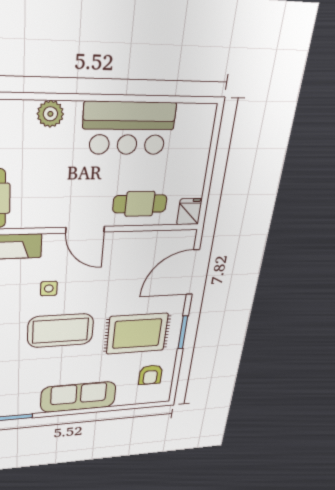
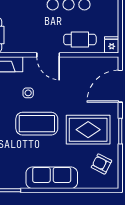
armchair: (151, 375) -> (101, 164), turned 117

